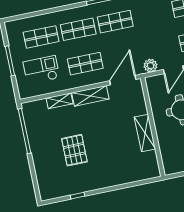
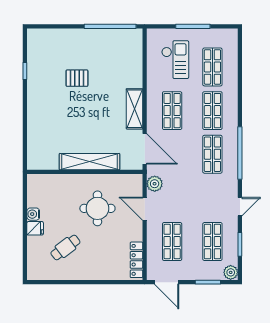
shelving: (60, 101) -> (136, 73), removed
shelving: (145, 133) -> (89, 162), width x1.47
pallet: (74, 150) -> (77, 78), width x0.67, depth x0.71

